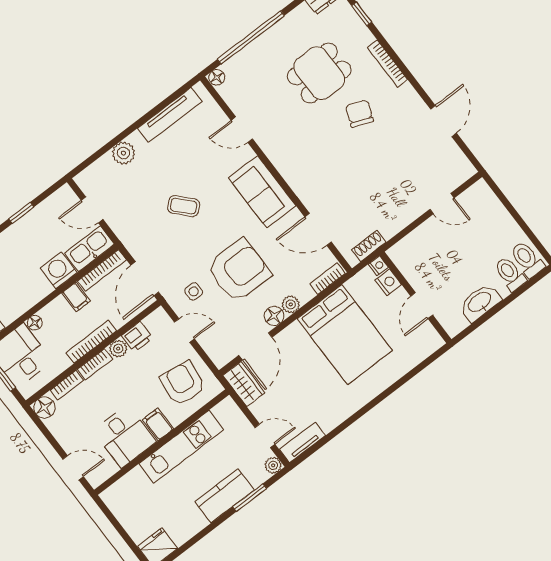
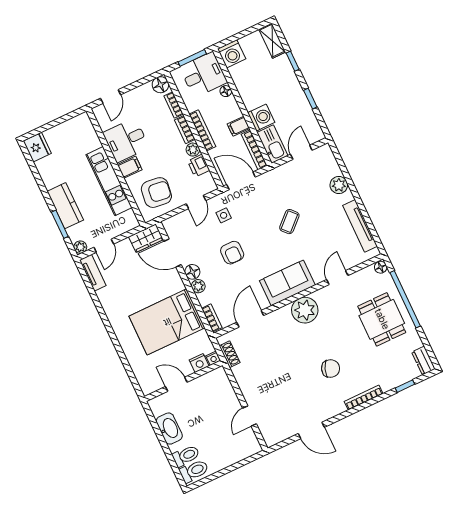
dining table: (319, 73) -> (382, 319), moved
plant: (292, 162) -> (305, 310), added
armchair: (239, 270) -> (232, 253), width x0.53, depth x0.53

